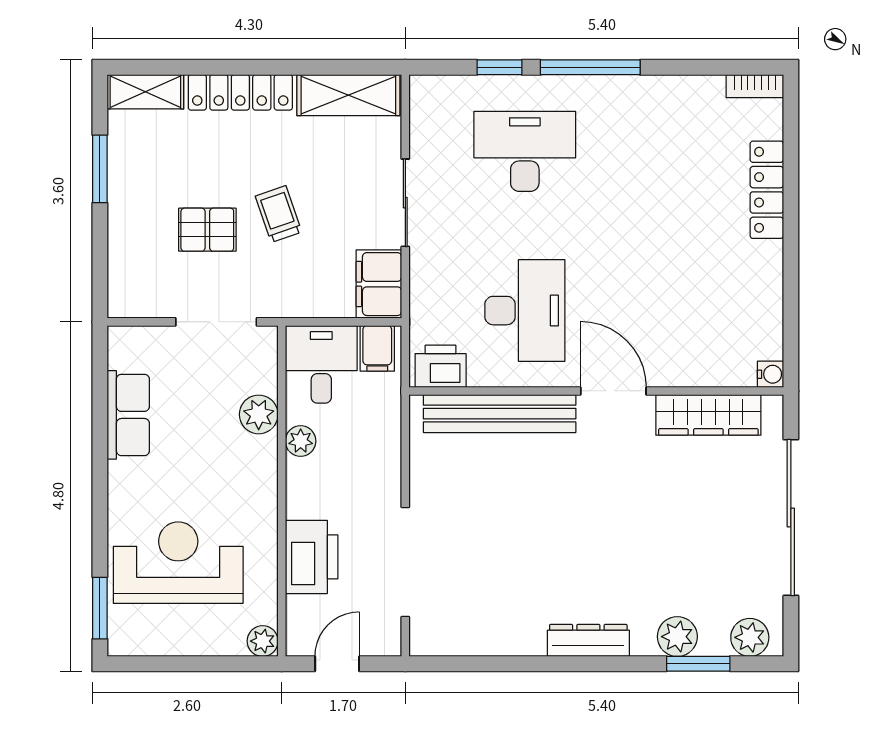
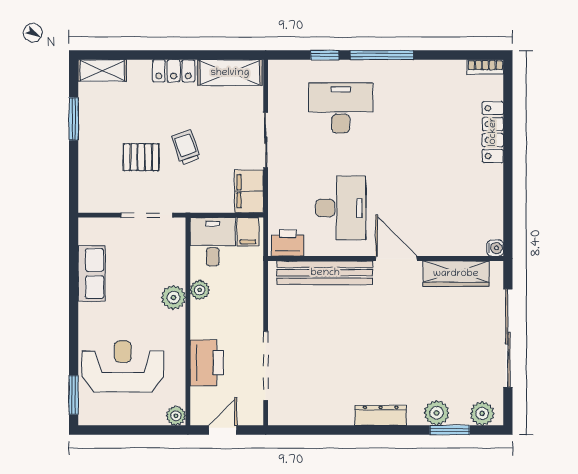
locker: (240, 92) -> (174, 71), width x0.66
plant: (259, 414) -> (173, 297), moved

